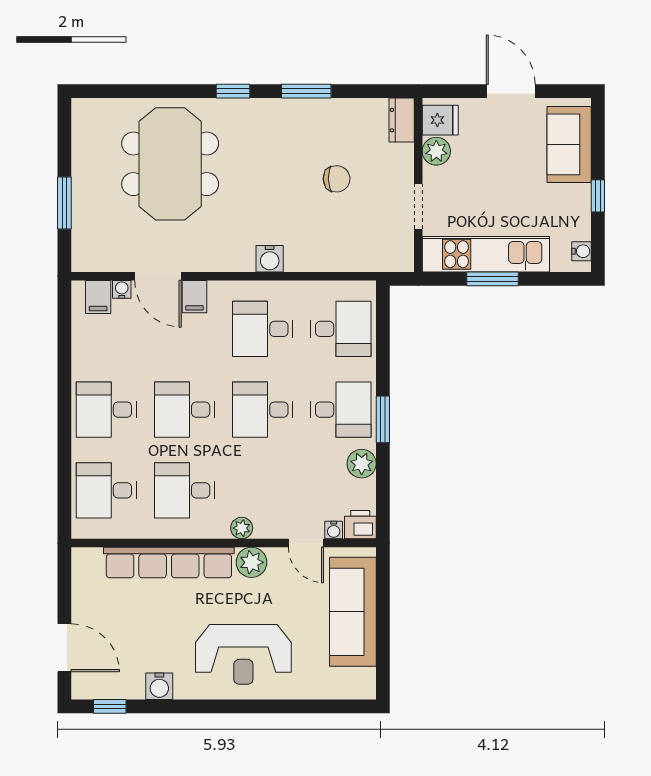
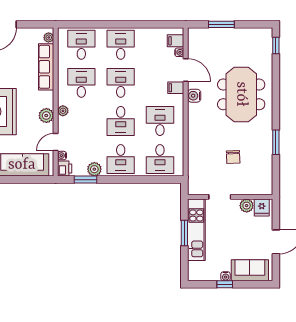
window: (233, 91) -> (276, 45), moved
dresser: (402, 120) -> (262, 189), removed
meeting table: (170, 164) -> (241, 94), moved, turned 90
water cooler: (582, 251) -> (226, 276), moved
water cooler: (270, 259) -> (194, 96), moved
door: (158, 276) -> (186, 70), swing flipped
desk: (263, 410) -> (121, 121), turned 180
window: (383, 419) -> (86, 180), moved
plant: (91, 557) -> (49, 38), added
row of seats: (169, 563) -> (46, 67), width x0.73

